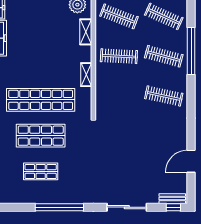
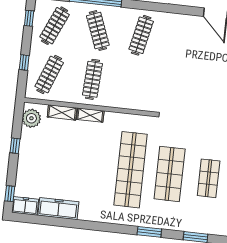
clothes rail: (164, 56) -> (98, 30), turned -36
shelving: (86, 75) -> (90, 115), moved

